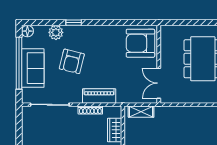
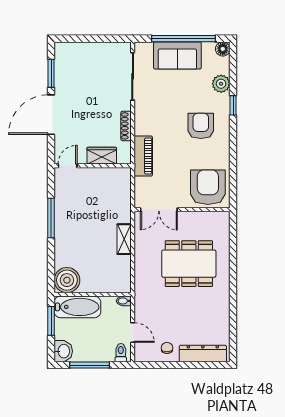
armchair: (72, 61) -> (201, 126), moved, turned 76
double door: (159, 83) -> (159, 210), swing flipped
piano: (99, 96) -> (143, 156), moved
shelving: (141, 112) -> (124, 239), moved

